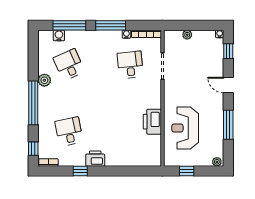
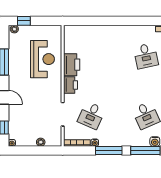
desk: (130, 65) -> (91, 115), turned 30
printer: (95, 159) -> (71, 85), moved, turned -90
window: (80, 171) -> (136, 21), removed
window: (187, 171) -> (24, 21), moved

